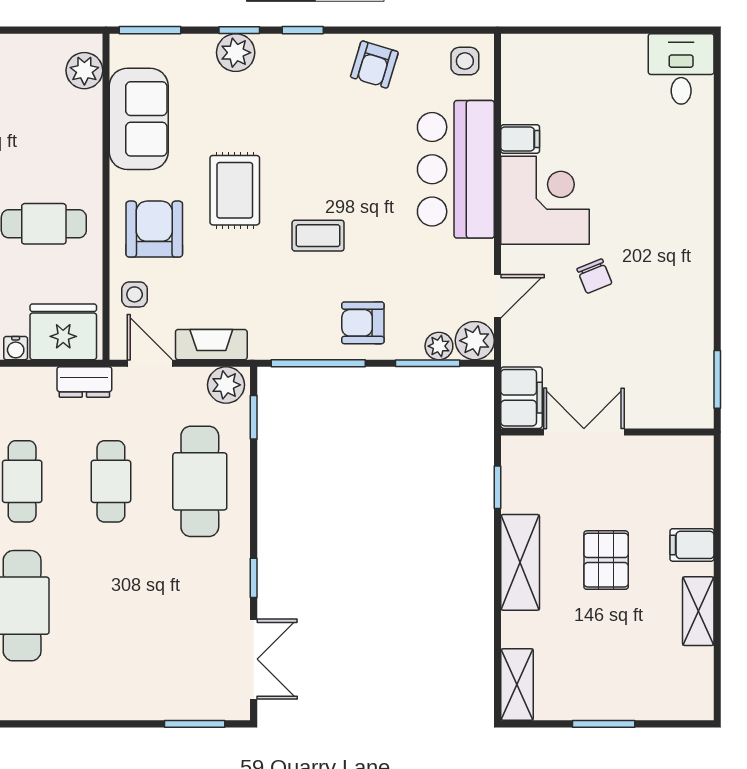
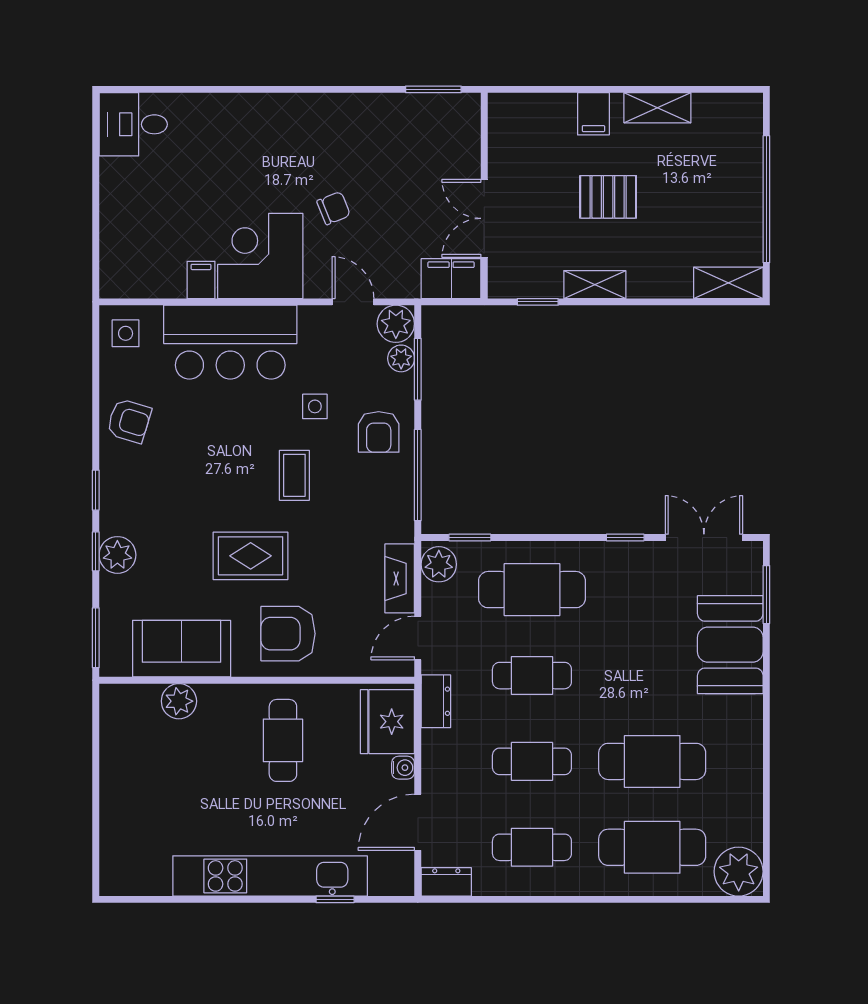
plant: (84, 71) -> (179, 701), moved
side table: (135, 294) -> (315, 406), moved
shelving: (520, 562) -> (595, 285), width x0.67, depth x0.75
booth: (143, 686) -> (730, 645), added
window: (604, 724) -> (766, 199), width x2.11

